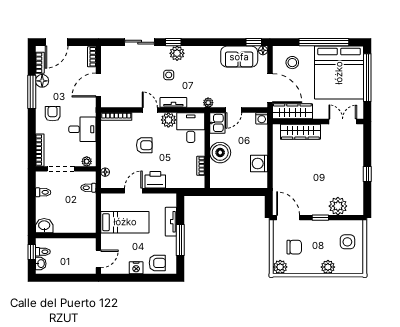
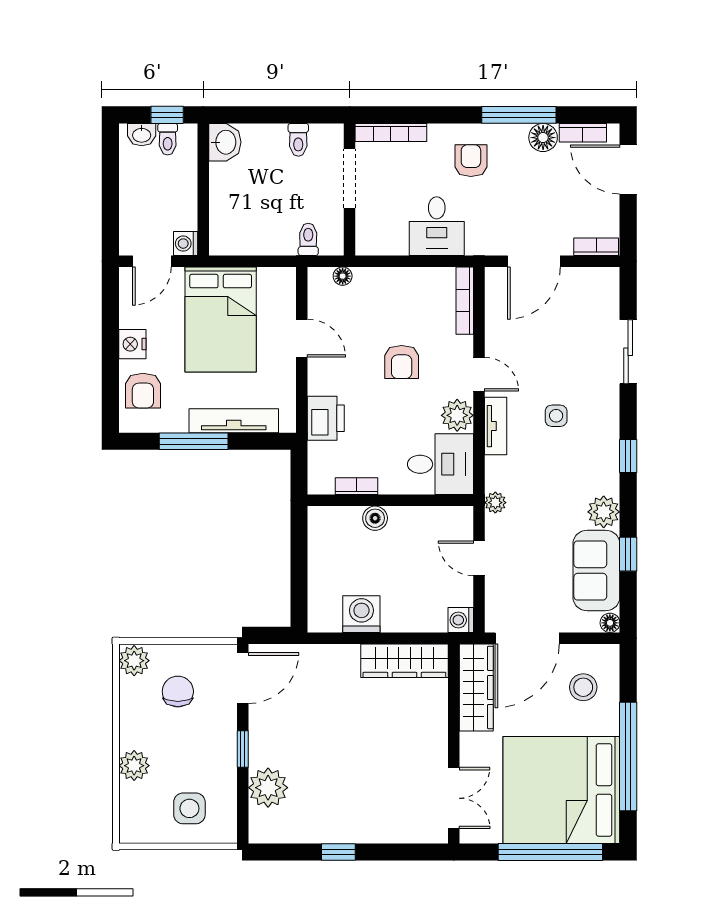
window: (173, 42) -> (628, 456), moved
window: (254, 42) -> (628, 554), moved
plant: (177, 53) -> (604, 512), moved
door: (98, 85) -> (534, 261), swing flipped
door: (150, 110) -> (479, 374), hinge flipped
armchair: (53, 114) -> (471, 161), turned -90
kitchen sink: (217, 123) -> (451, 523), removed
wardrobe: (300, 132) -> (404, 661), moved, turned -90
boiler: (220, 153) -> (375, 518), width x0.54, depth x0.54
plant: (87, 161) -> (366, 236), removed
printer: (155, 180) -> (326, 418), moved
bed: (125, 222) -> (221, 320), width x1.50
tv unit: (171, 222) -> (234, 421), width x1.41
washing machine: (90, 244) -> (186, 244), added
chair: (294, 247) -> (178, 691), turned 180
door: (98, 259) -> (152, 261), hinge flipped

